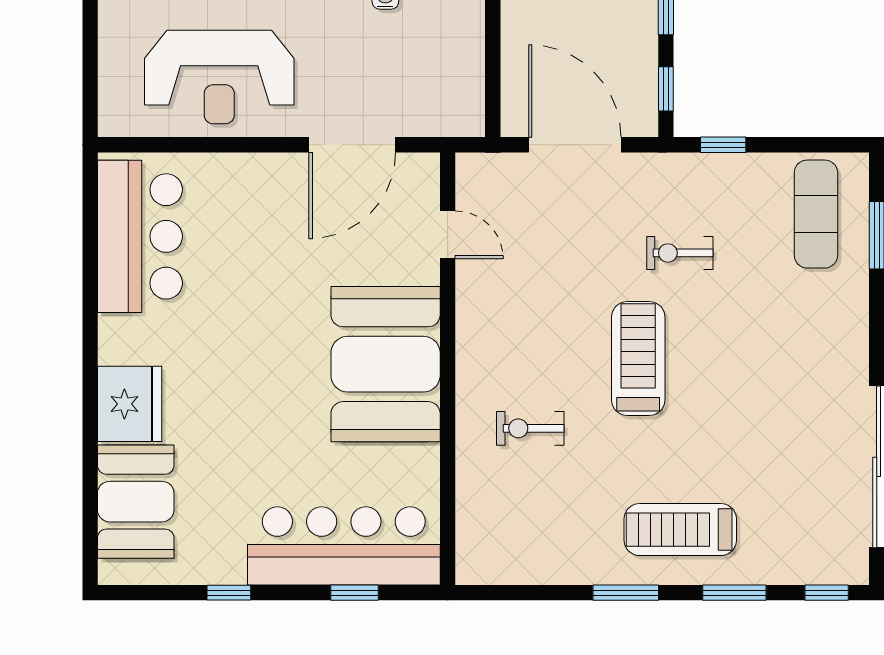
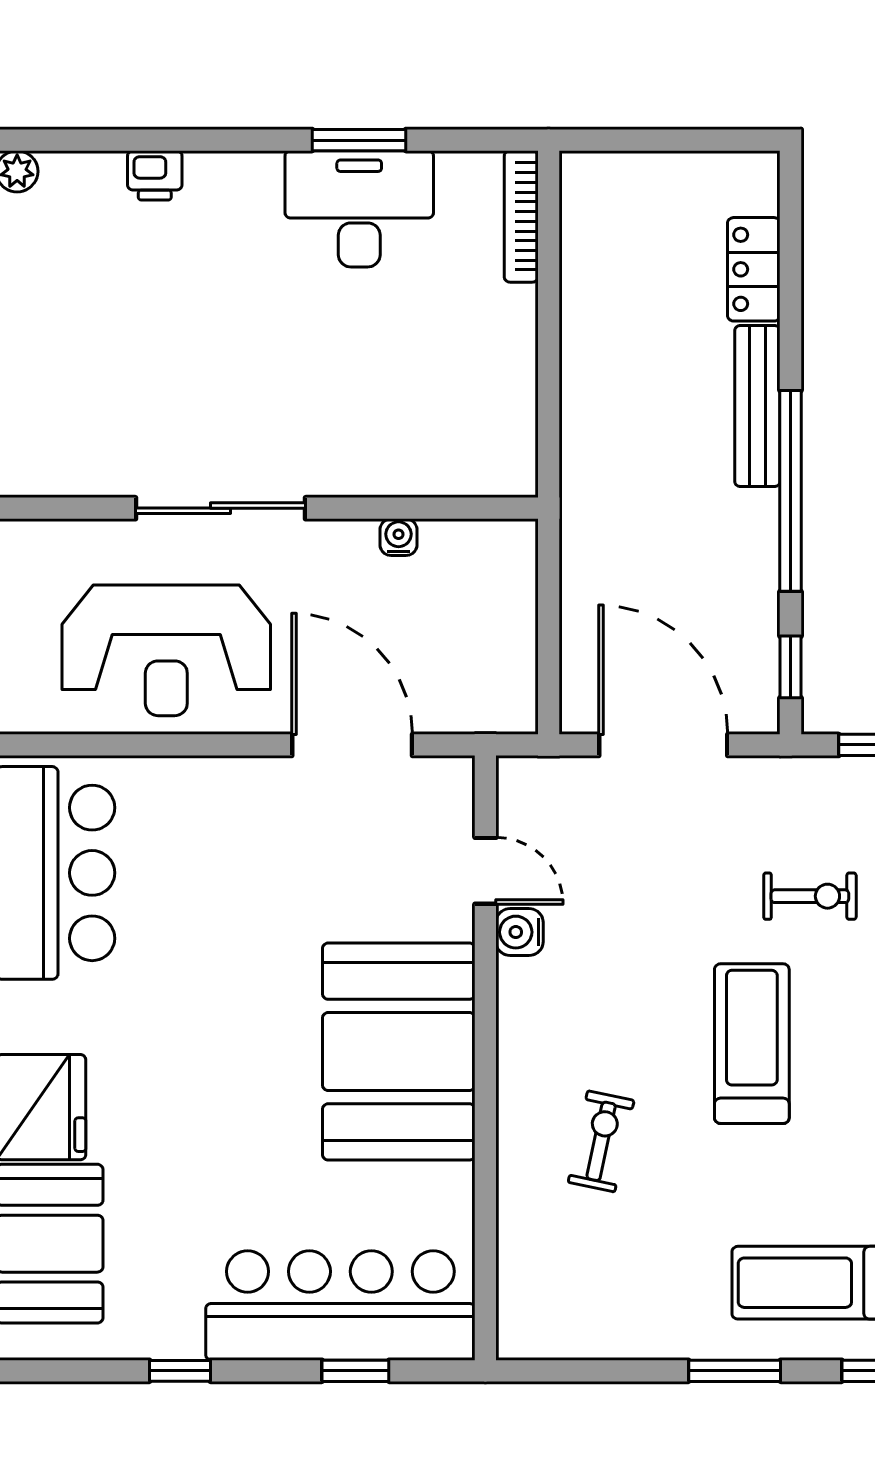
door: (352, 145) -> (352, 745), swing flipped
exercise bike: (680, 253) -> (810, 896), turned 180
water cooler: (472, 279) -> (520, 932), added
exercise bike: (530, 428) -> (601, 1141), turned 102

